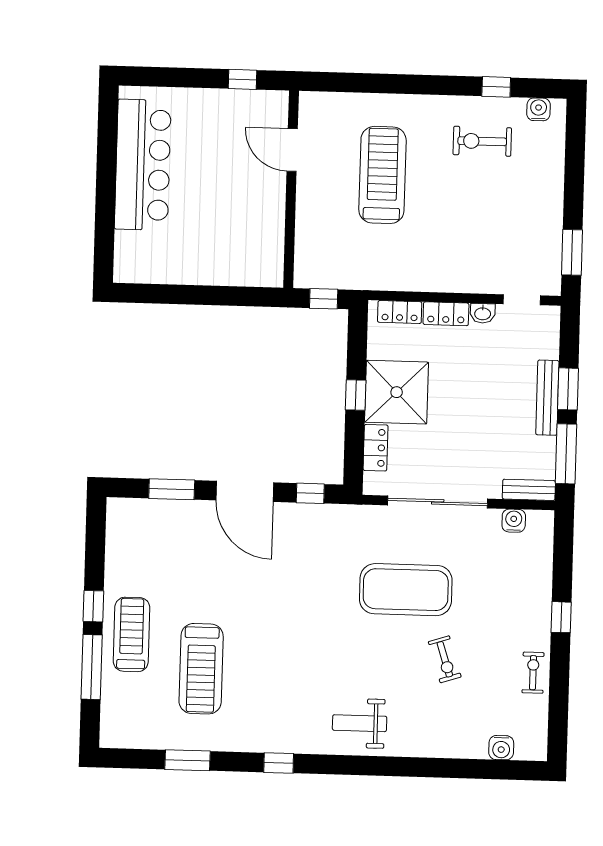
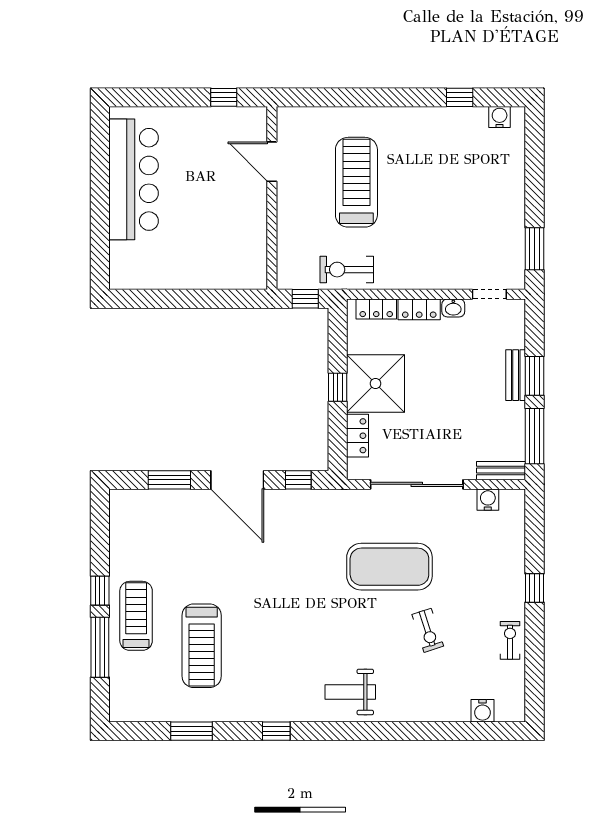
exercise bike: (482, 141) -> (347, 270), moved
bench: (547, 398) -> (516, 375), width x0.73

